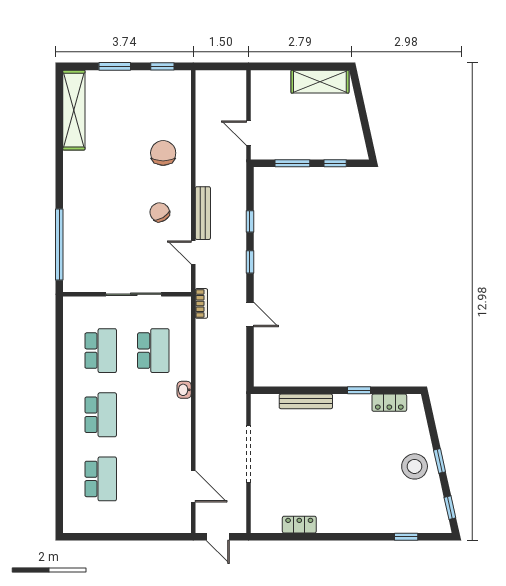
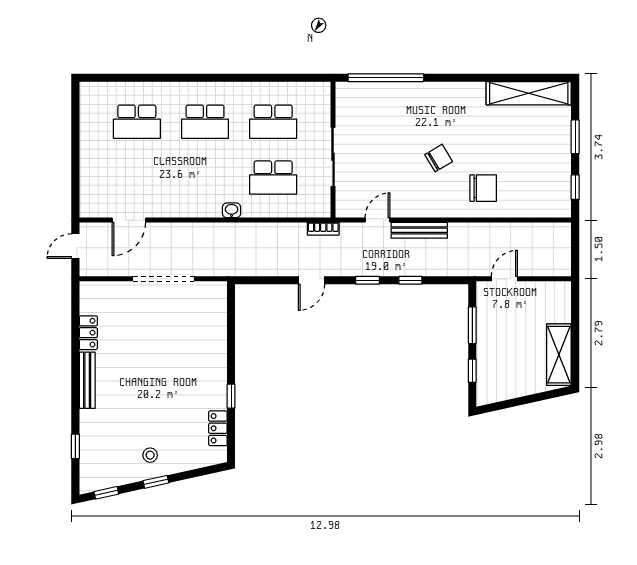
chair: (160, 212) -> (439, 158), moved
bench: (306, 401) -> (87, 380), moved
stool: (415, 466) -> (150, 455), width x0.53, depth x0.53

